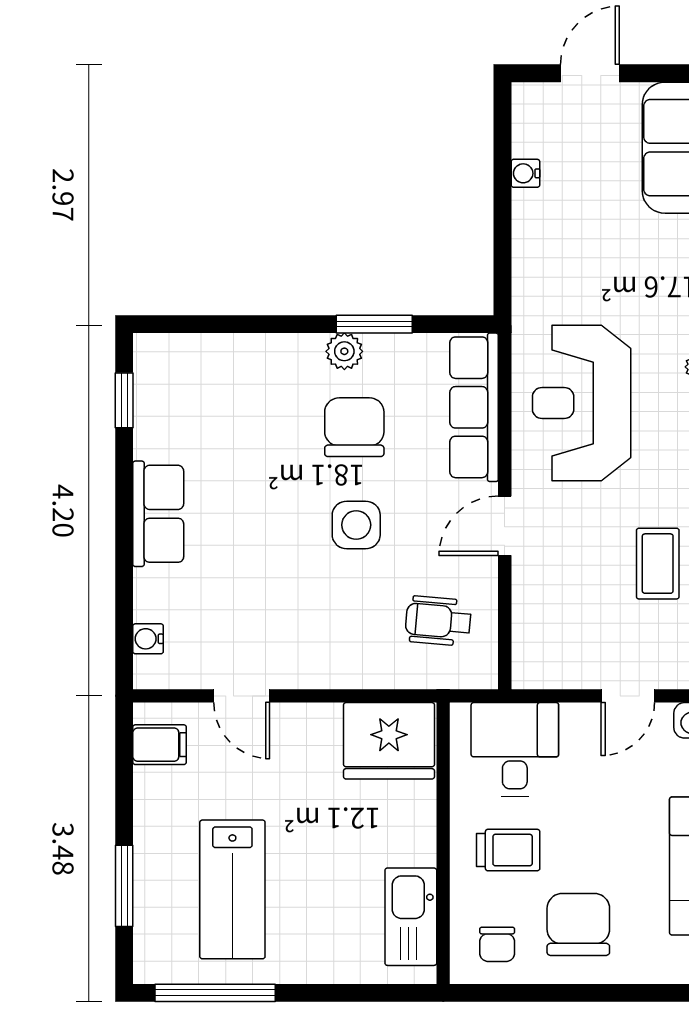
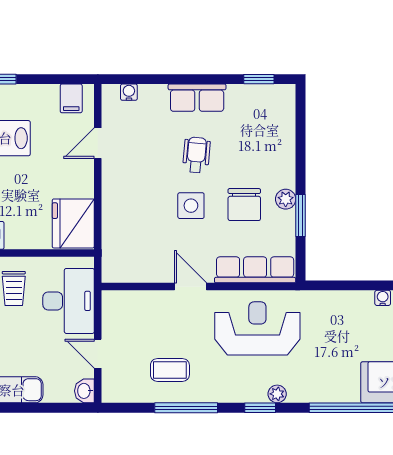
chair: (354, 427) -> (244, 205), turned 90
wheelchair: (438, 621) -> (196, 155), moved
desk: (515, 749) -> (69, 301), width x1.37

